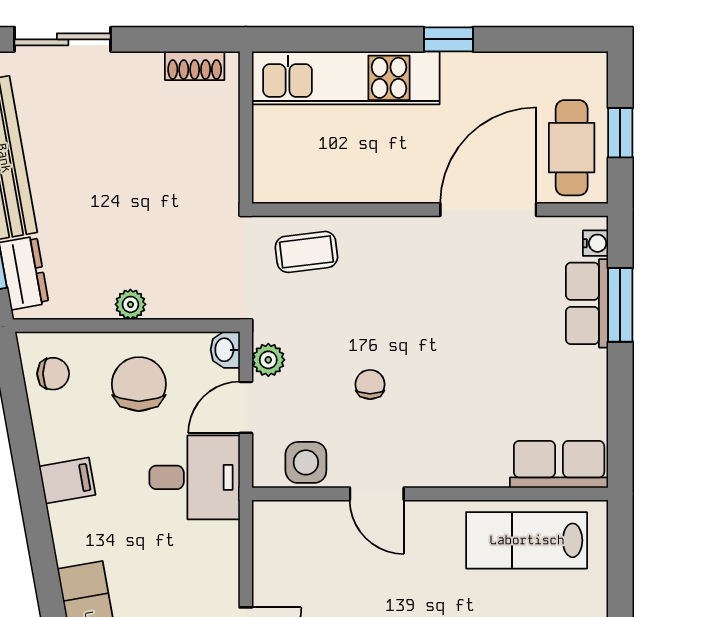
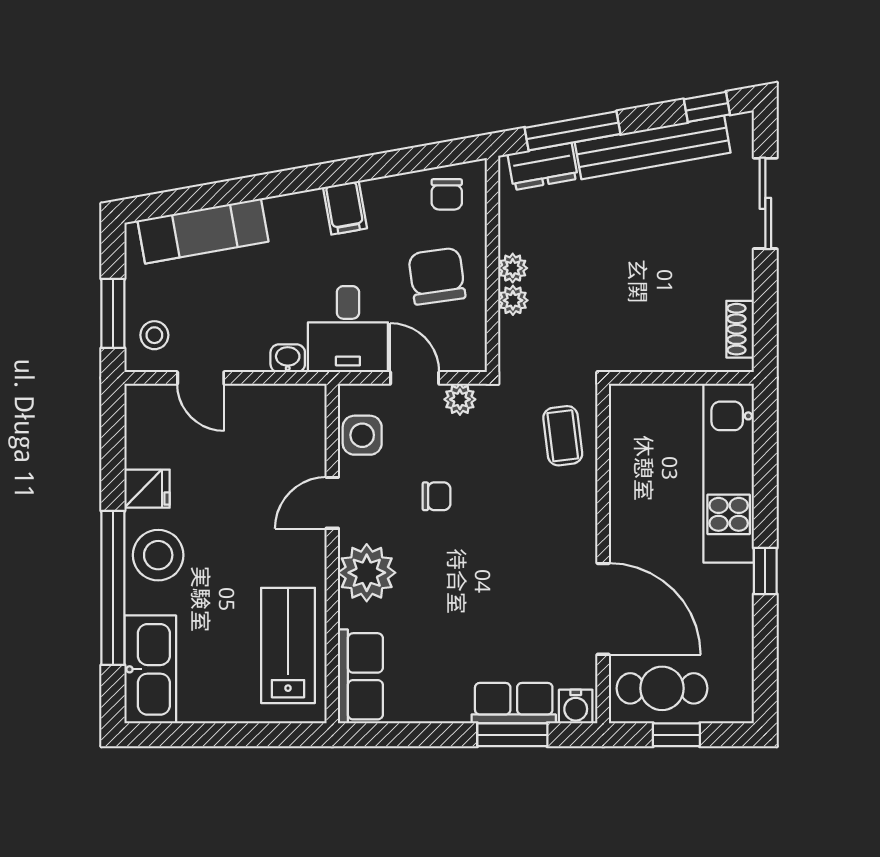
water cooler: (596, 243) -> (576, 706), width x1.38, depth x1.38
plant: (164, 304) -> (513, 300), added
washbasin: (225, 350) -> (288, 358), moved
chair: (139, 384) -> (437, 276), turned -98
plant: (450, 458) -> (367, 573), added

